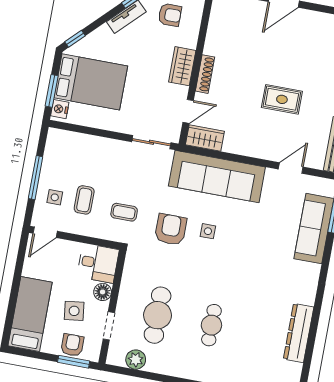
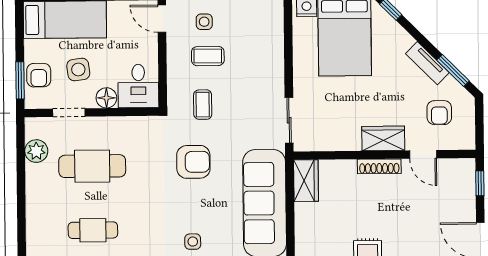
door: (188, 111) -> (423, 154), moved
side table: (208, 231) -> (193, 242), moved
armchair: (72, 345) -> (39, 75), turned 90

